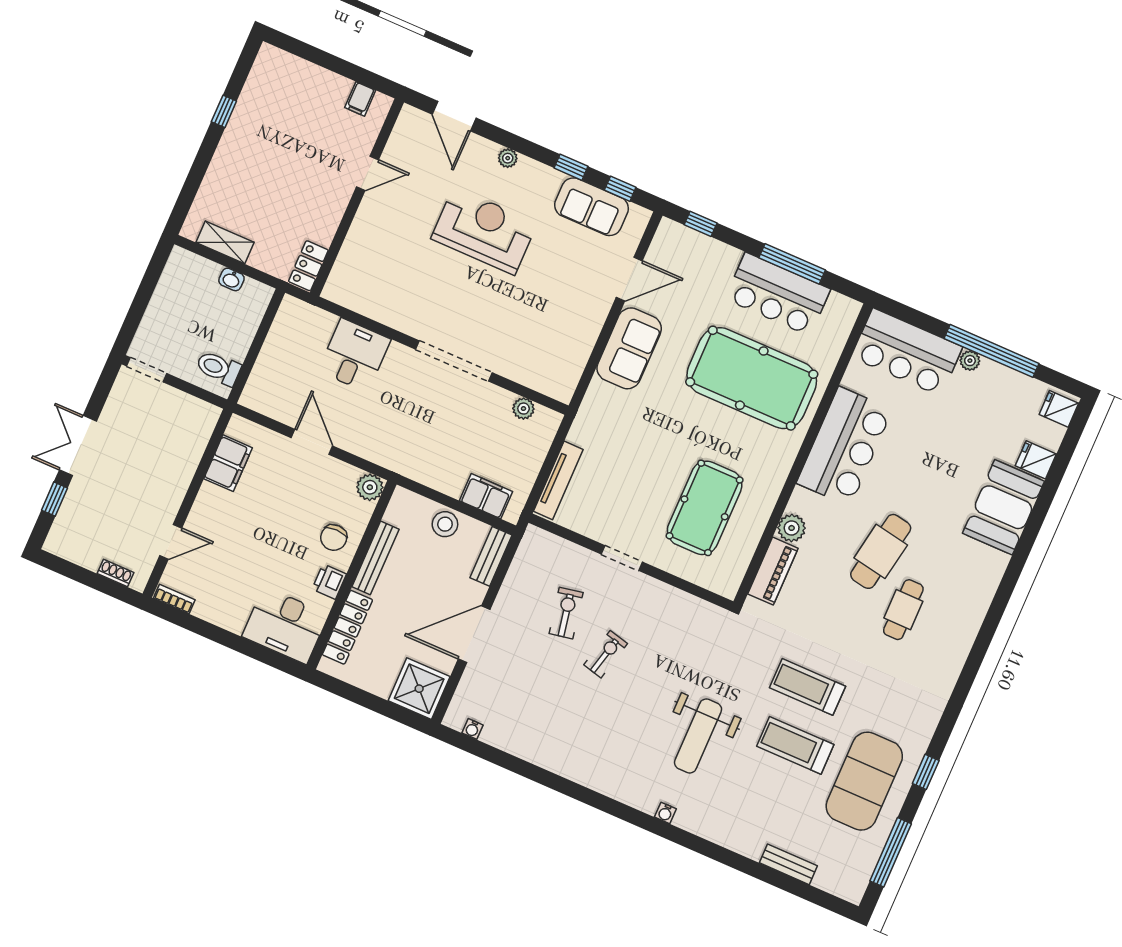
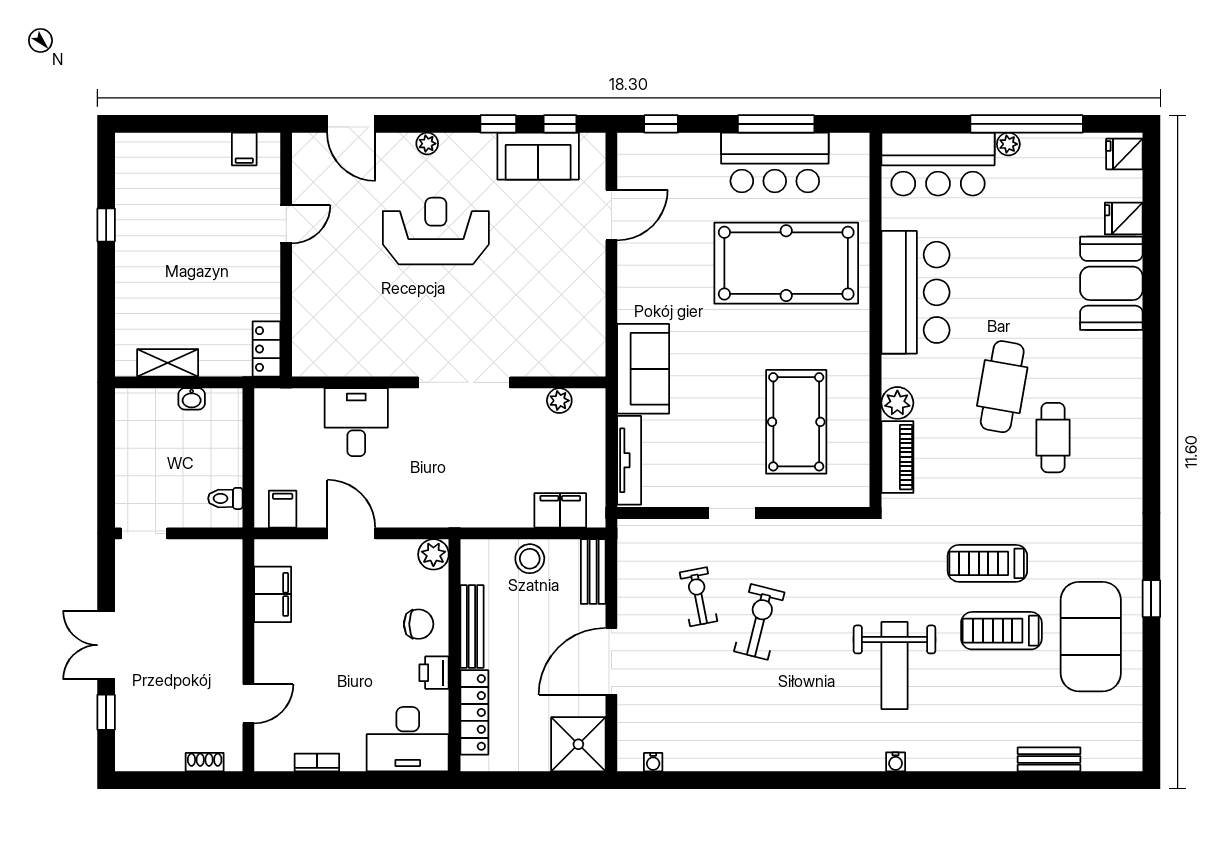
sofa: (629, 348) -> (643, 369), moved
toilet: (218, 368) -> (225, 498), width x0.73, depth x0.72
filing cabinet: (266, 399) -> (283, 509), added
chair: (334, 538) -> (419, 624), turned -90
bookcase: (174, 599) -> (317, 762), moved
exercise bike: (606, 654) -> (759, 622), width x1.38, depth x1.39
window: (891, 852) -> (1151, 700), removed

